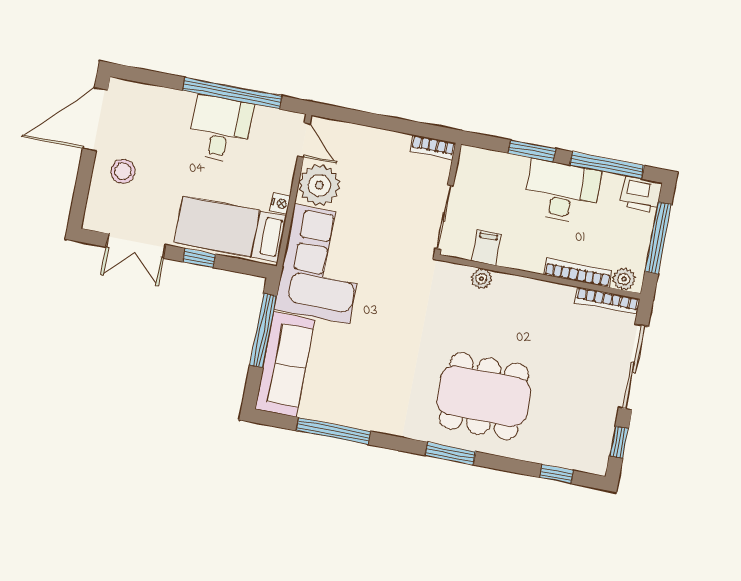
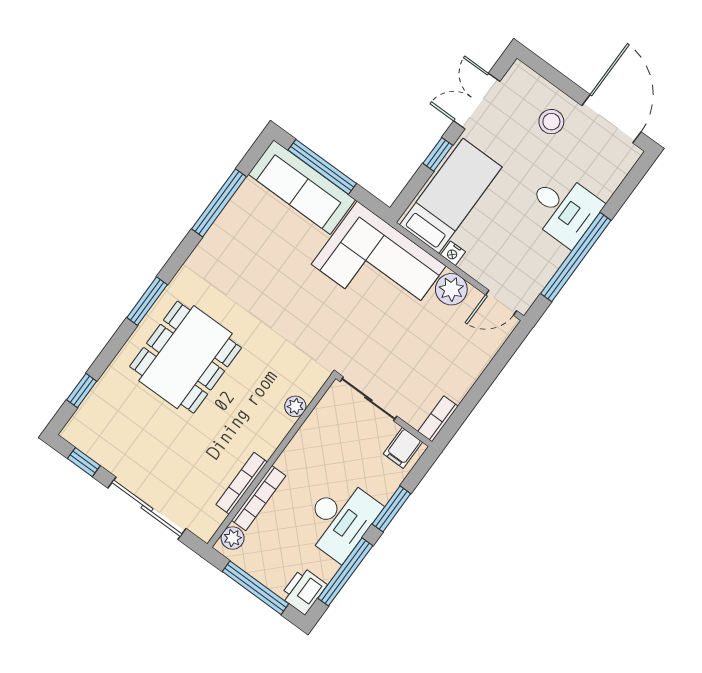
desk: (220, 129) -> (564, 209), moved
plant: (319, 185) -> (451, 289), width x0.73, depth x0.73
filing cabinet: (486, 247) -> (403, 448), moved, turned 90
bookcase: (607, 301) -> (242, 483), moved
window: (263, 330) -> (322, 167), moved

